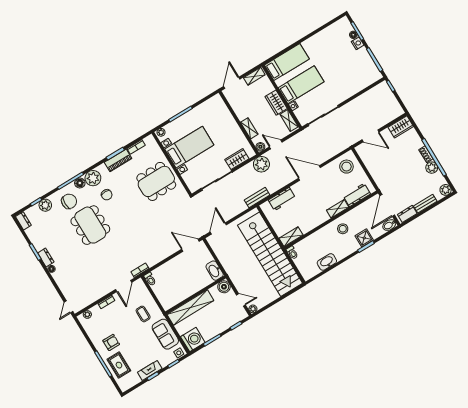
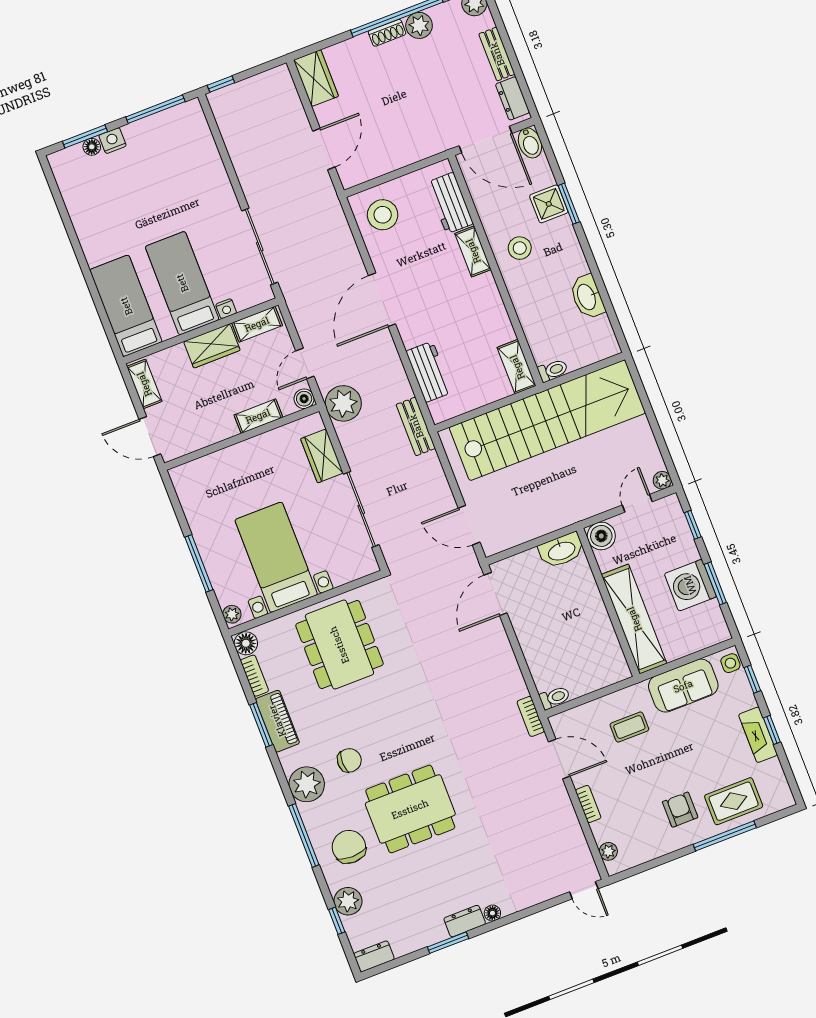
floor lamp: (80, 183) -> (246, 643), moved
washing machine: (193, 340) -> (690, 585), moved, turned -90

